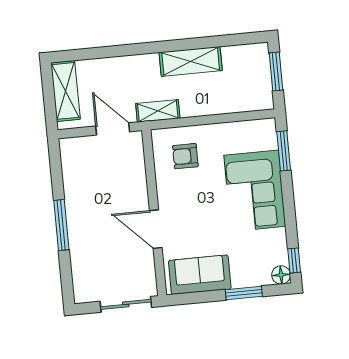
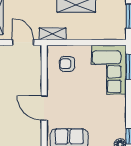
corner sofa: (255, 191) -> (109, 70), moved

